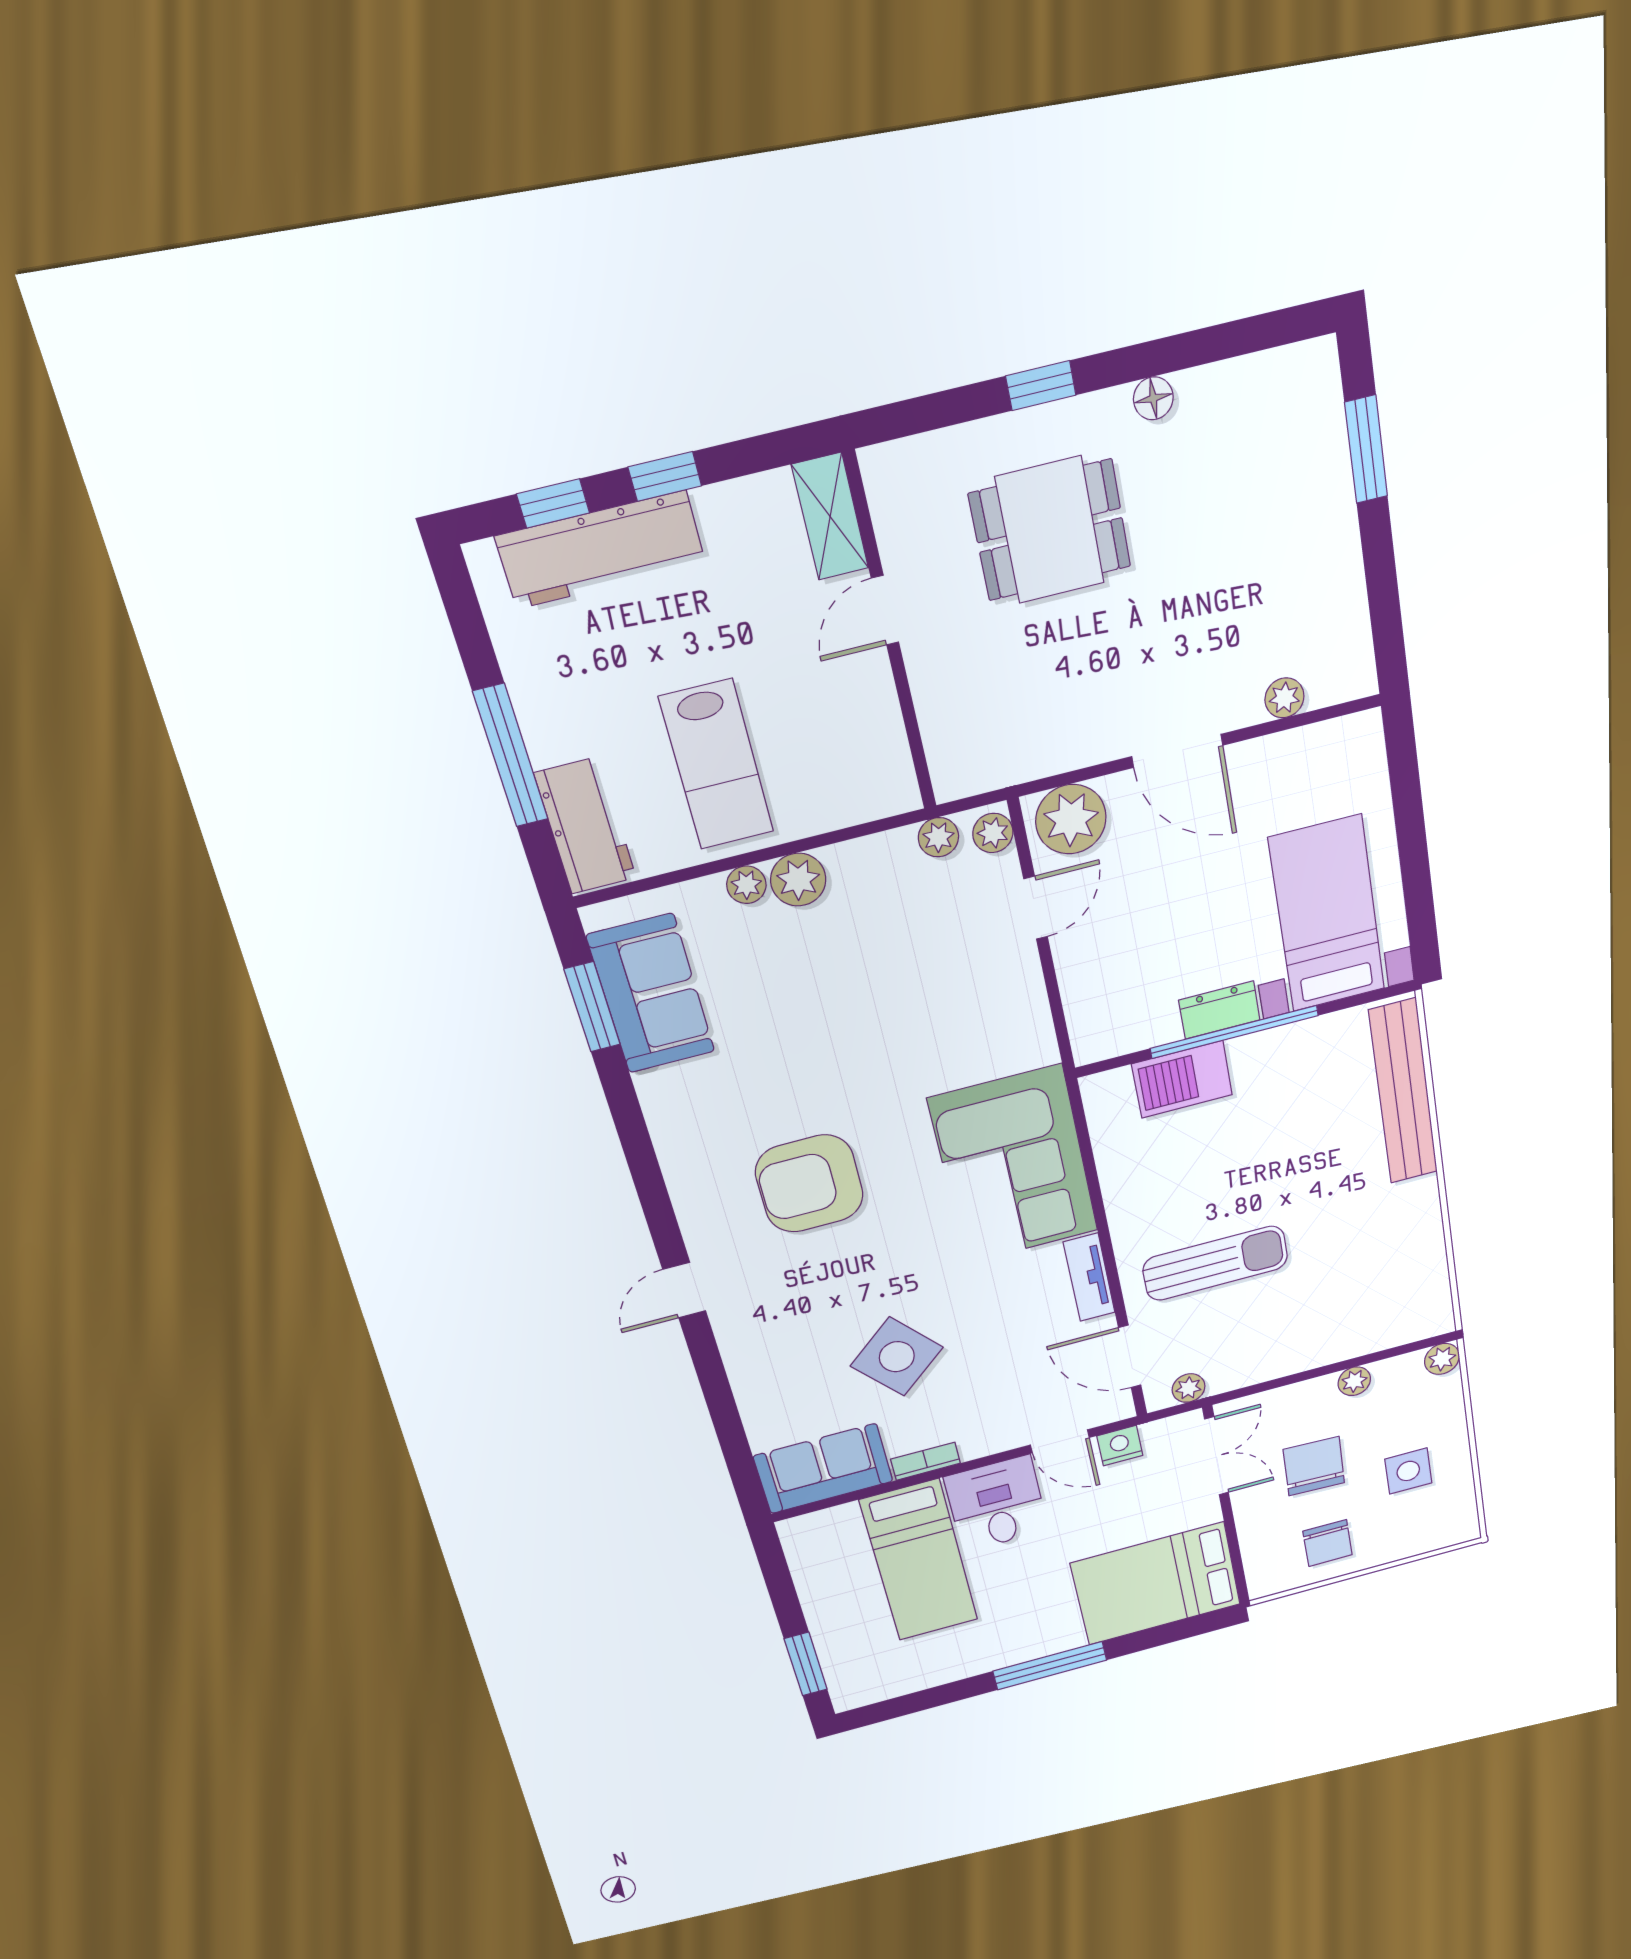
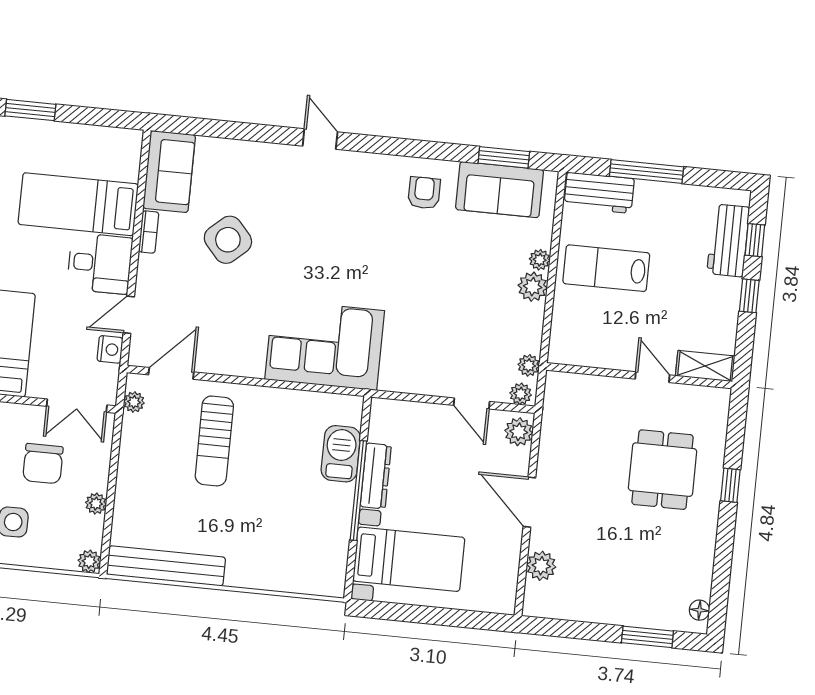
floor lamp: (1153, 398) -> (699, 610), moved
workbench: (601, 550) -> (728, 240), width x0.73
plant: (1284, 698) -> (541, 566), width x1.38, depth x1.38
door: (1177, 751) -> (529, 502), hinge flipped
plant: (1071, 819) -> (519, 432), width x0.73, depth x0.73
dresser: (1219, 1010) -> (376, 476), width x1.44
bench: (1403, 1092) -> (166, 566), moved
armchair: (809, 1184) -> (424, 193), moved, width x0.53, depth x0.53
tv unit: (1089, 1277) -> (235, 365), removed
chair: (1314, 1466) -> (43, 464), turned 88

